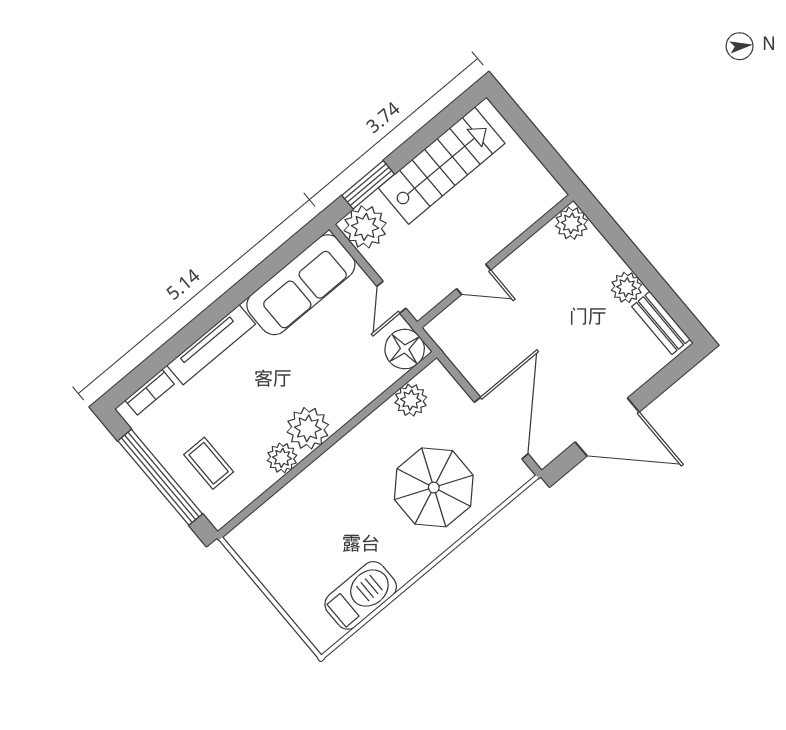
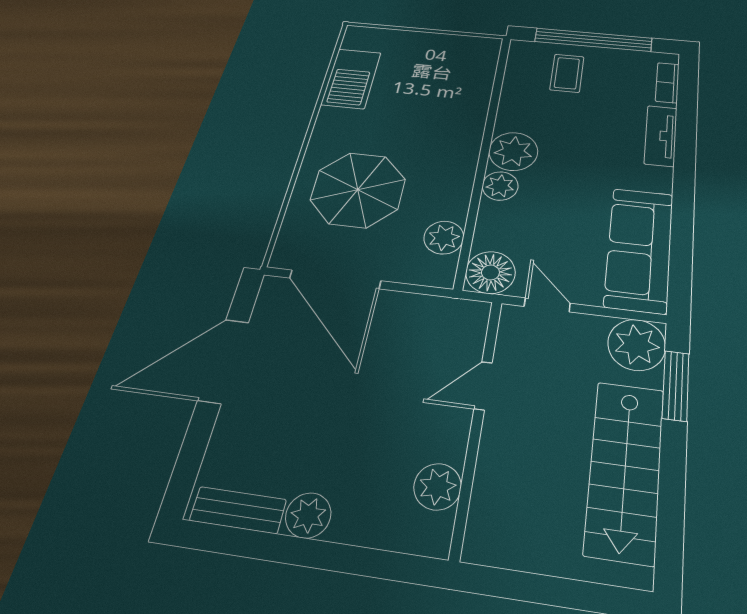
plant: (572, 223) -> (437, 487), moved
tv unit: (211, 345) -> (661, 136), width x0.71
plant: (282, 458) -> (500, 186), moved
coffee table: (209, 463) -> (567, 73), turned 90

